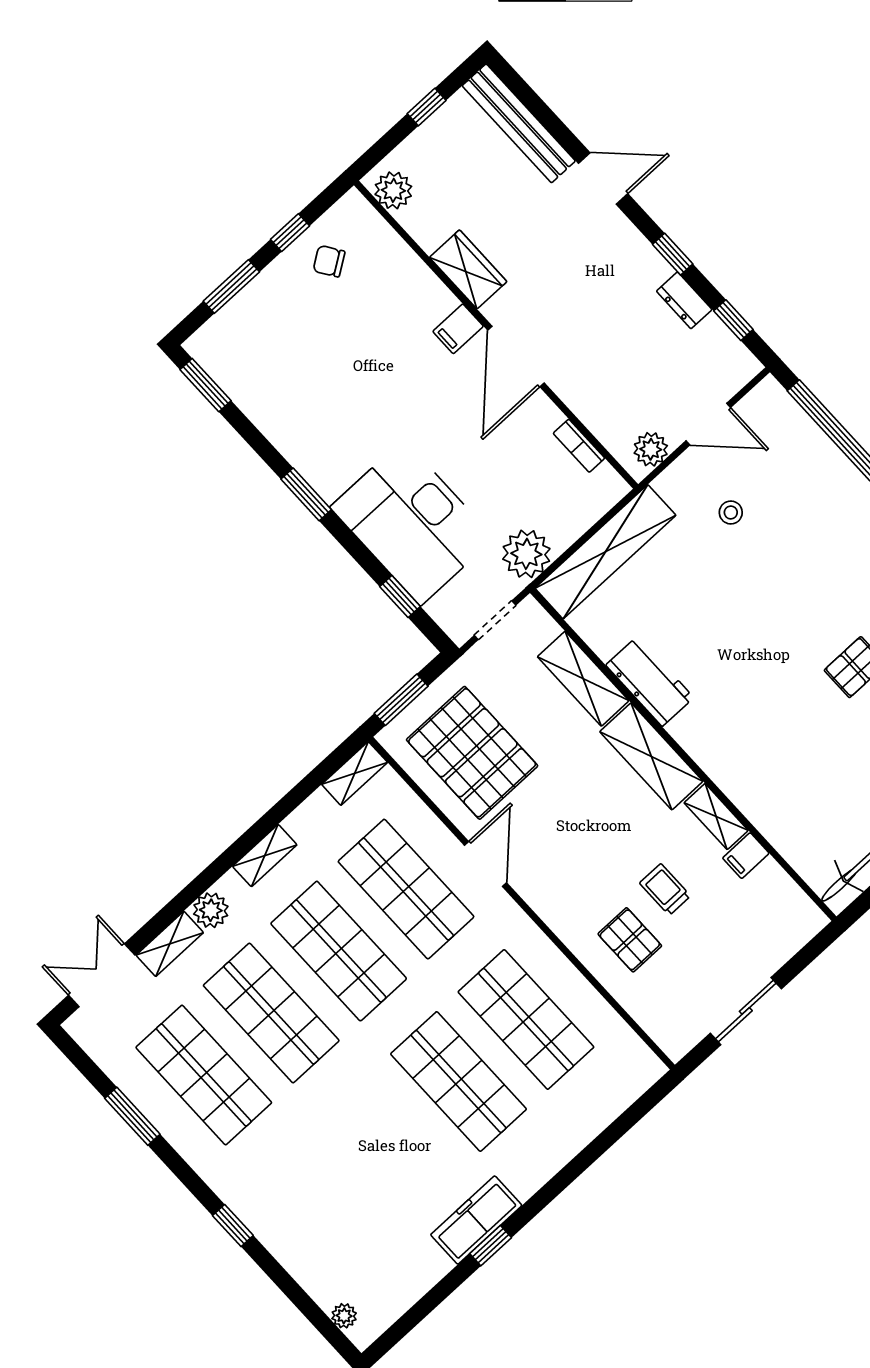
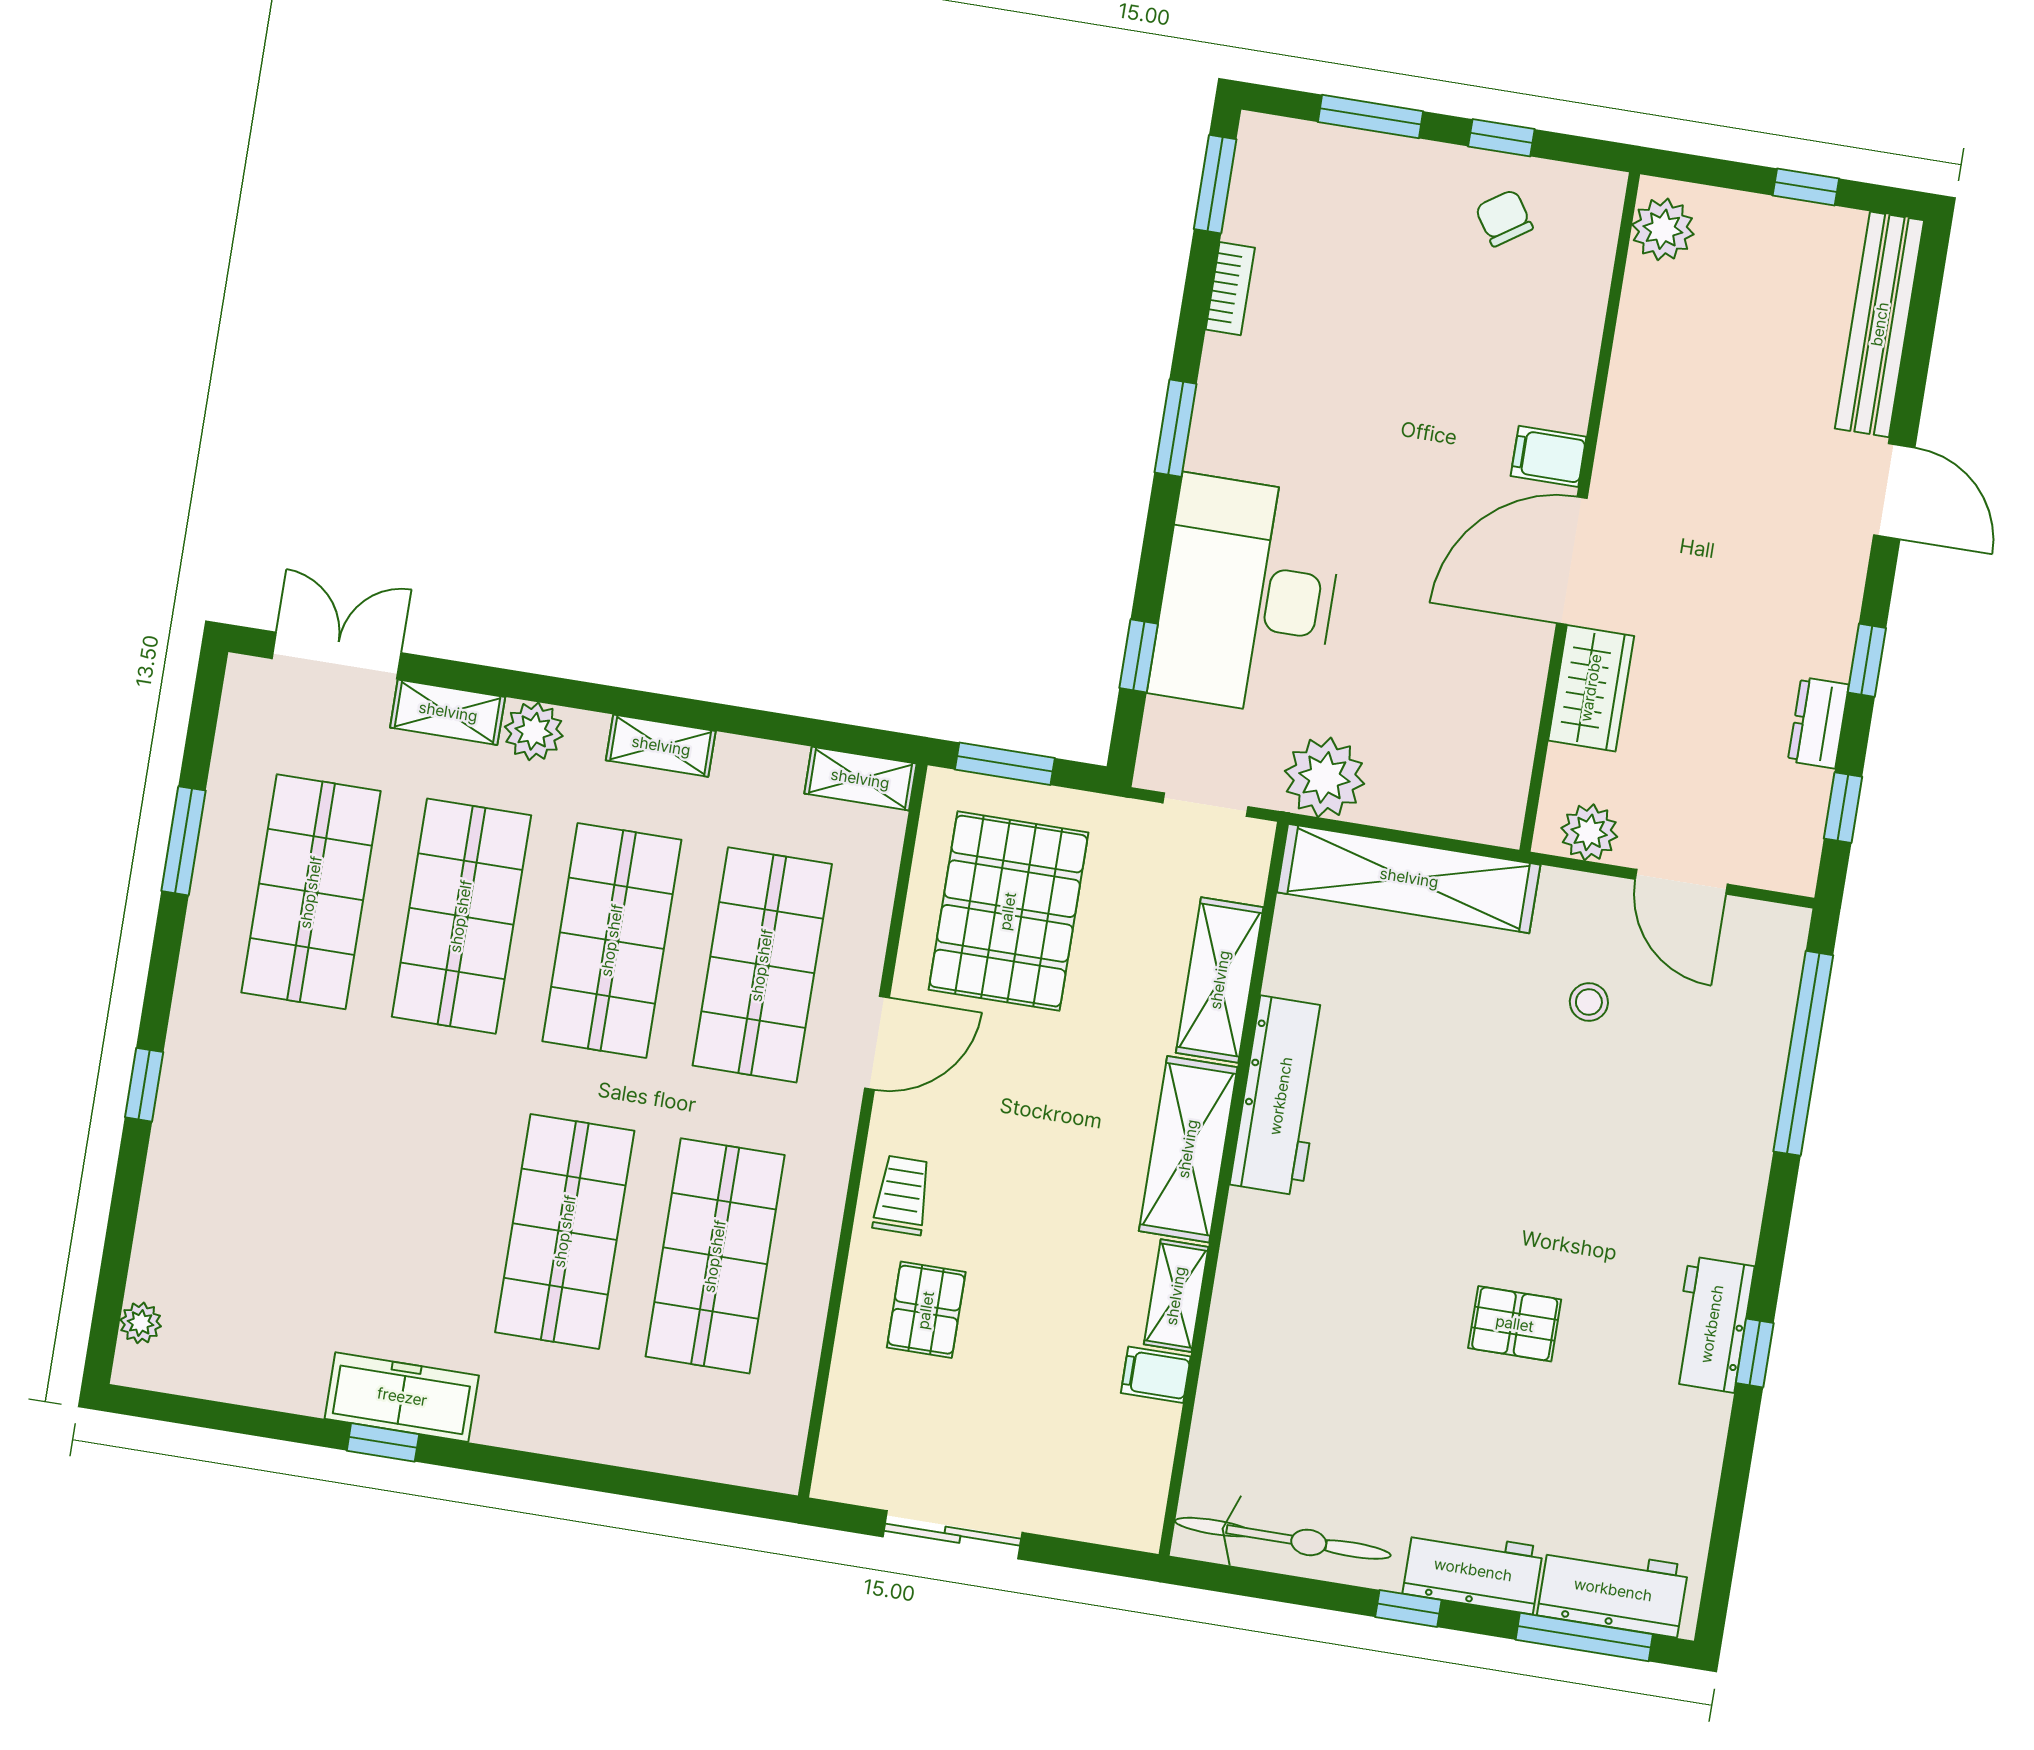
wardrobe: (468, 269) -> (1591, 688), moved
bookcase: (579, 446) -> (1230, 289), moved, turned 180
workbench: (650, 681) -> (1281, 1096), width x1.38
trolley: (665, 890) -> (902, 1195), moved

